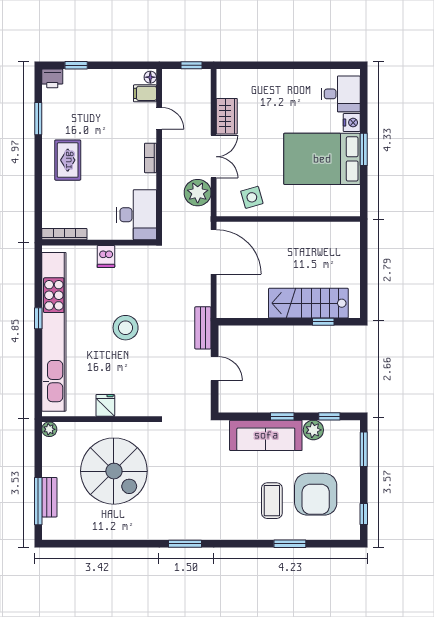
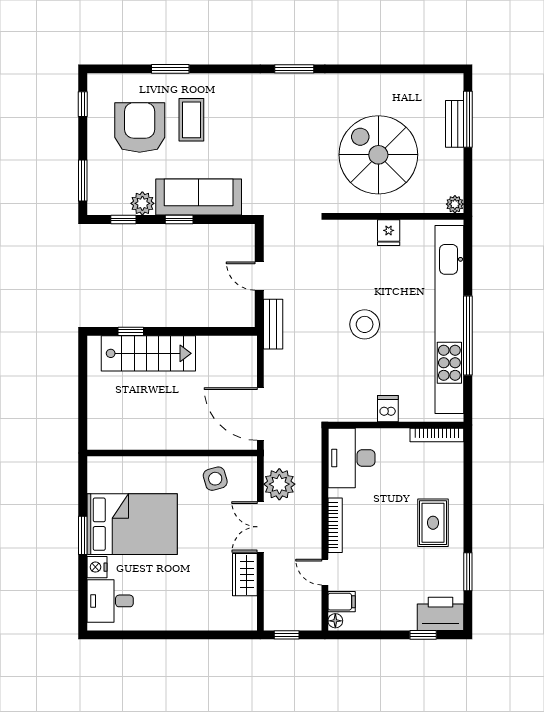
printer: (52, 78) -> (440, 614), width x1.87, depth x1.48
bookcase: (150, 158) -> (335, 525), width x1.56
window: (38, 318) -> (468, 336), width x3.17

